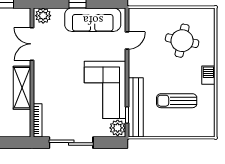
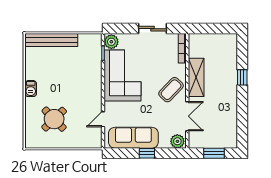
round table: (182, 41) -> (54, 119), turned 34
coffee table: (50, 74) -> (171, 90), added
sun lounger: (177, 101) -> (59, 66), removed
bench: (136, 107) -> (51, 40), moved, turned 90
sliding door: (71, 143) -> (153, 29), width x0.73

